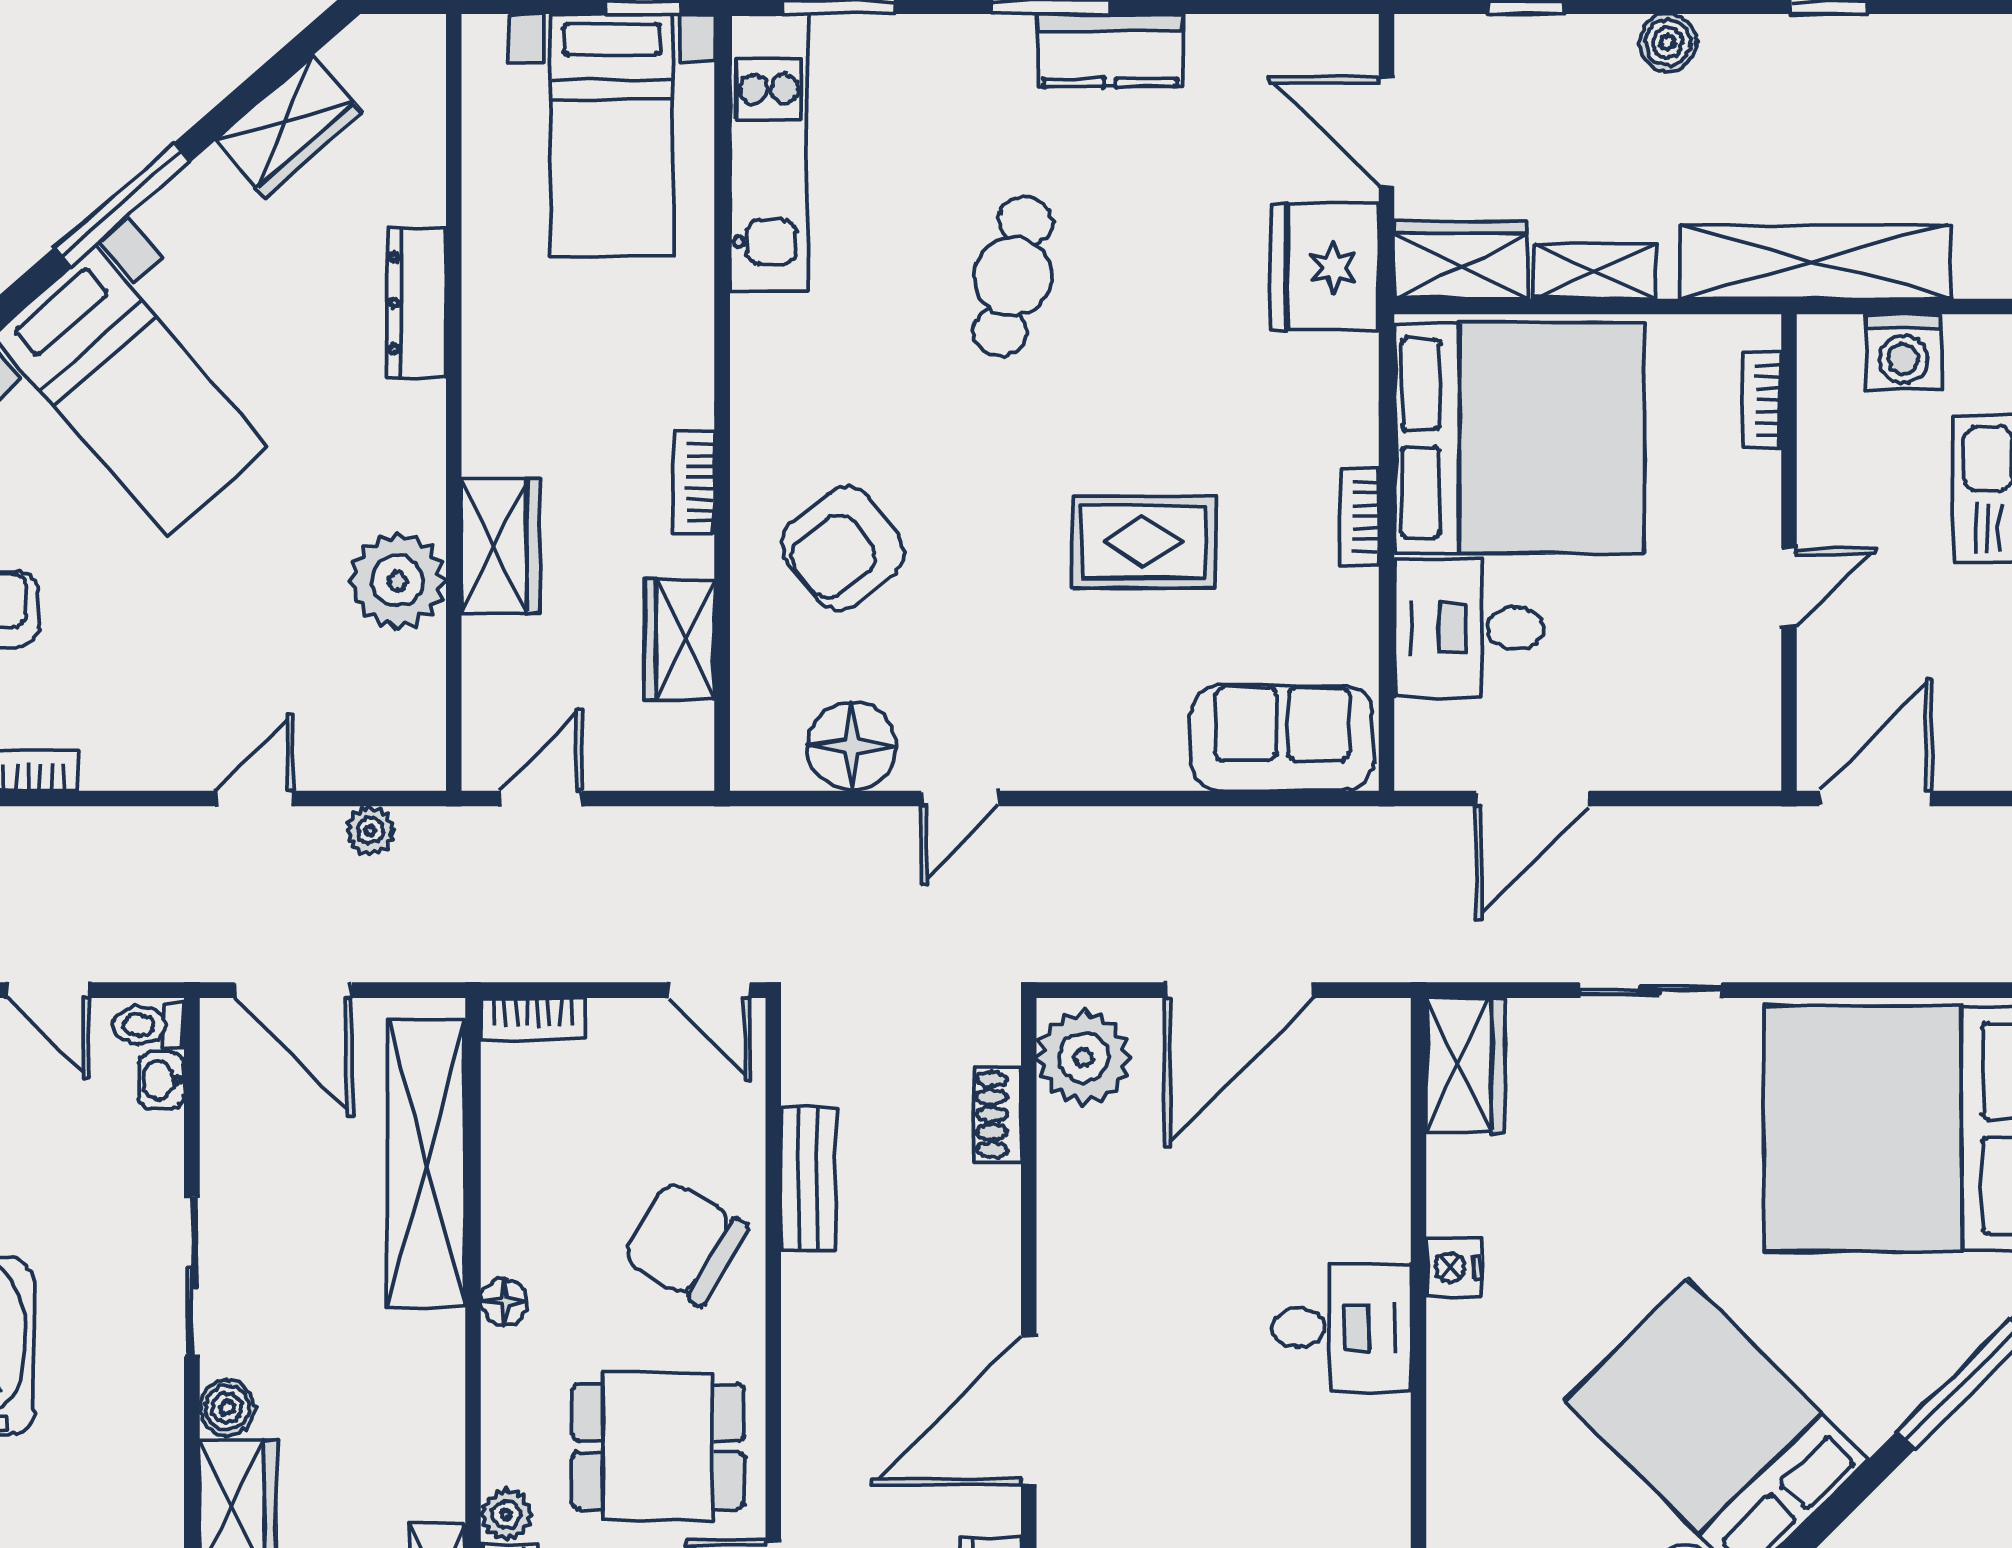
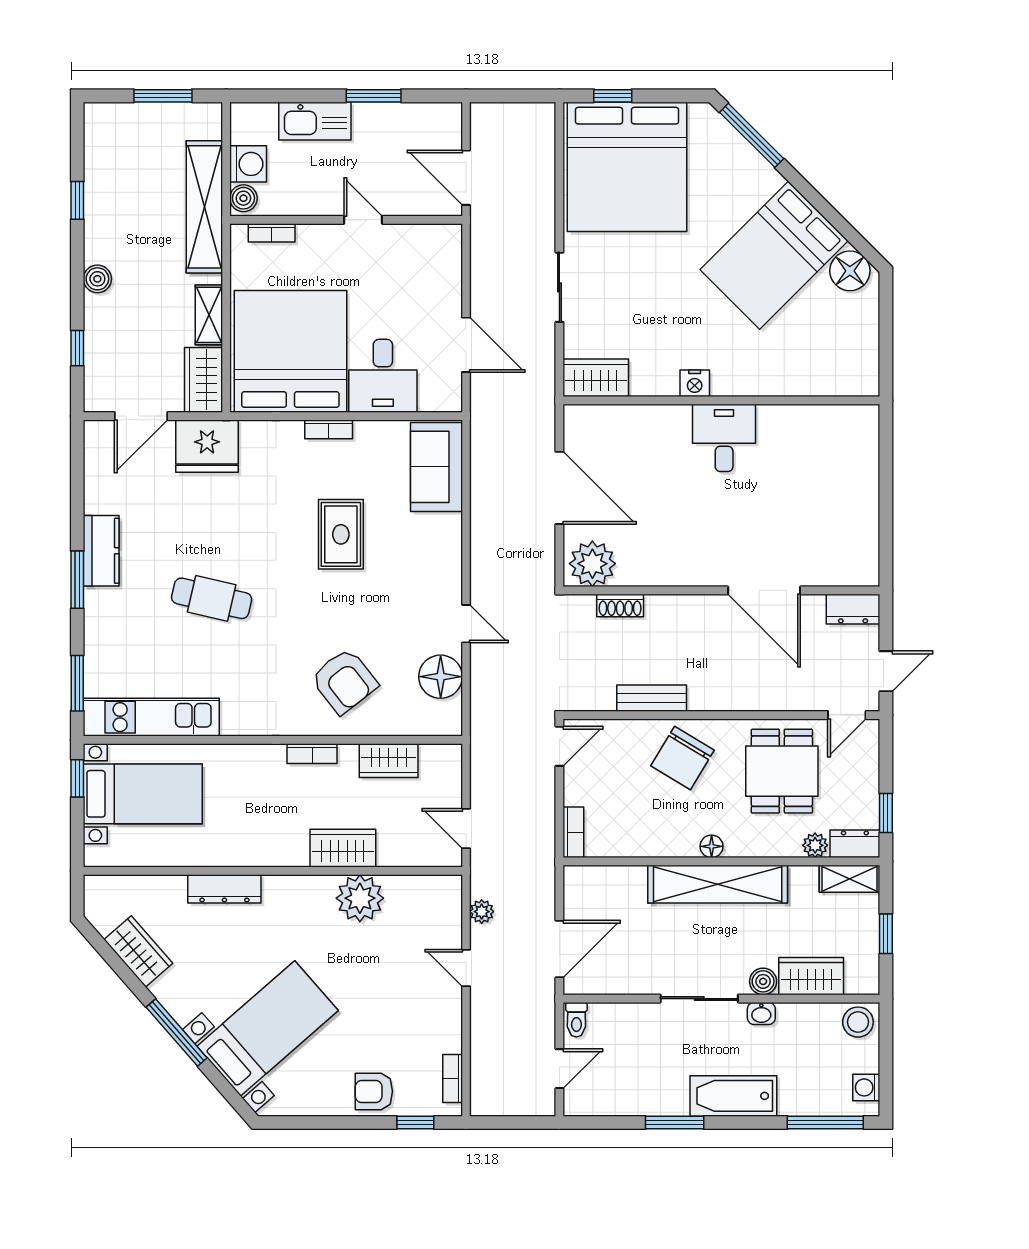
boiler: (1833, 342) -> (243, 198), added
washbasin: (161, 1080) -> (761, 1013), moved
shelving: (426, 1163) -> (718, 884), moved

